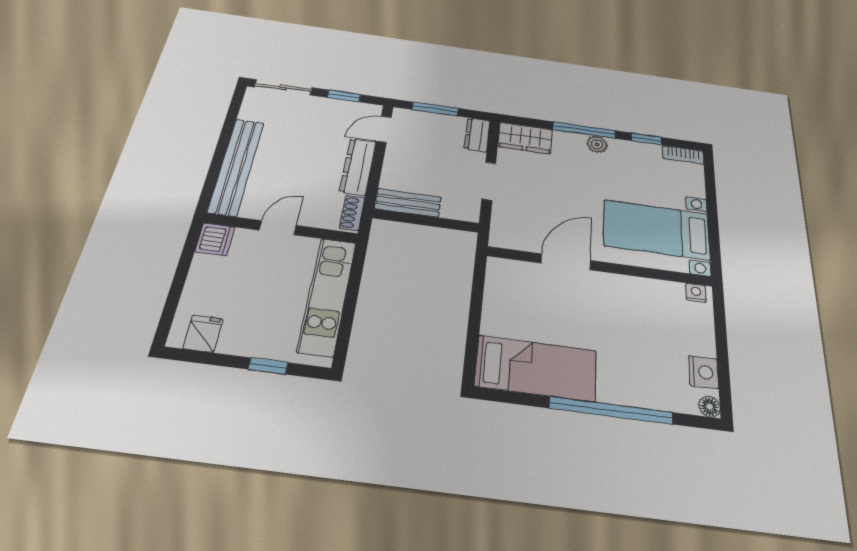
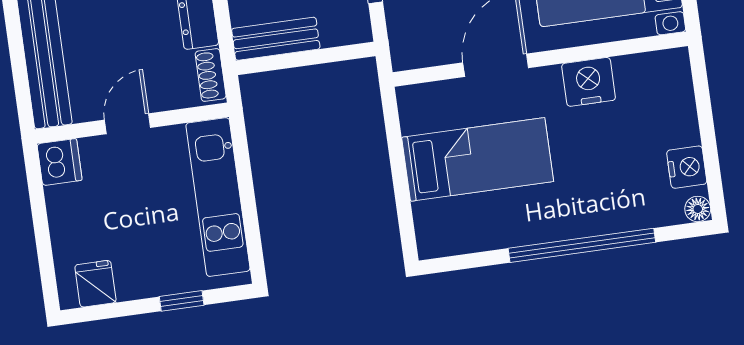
nightstand: (696, 293) -> (589, 82), moved, width x1.89, depth x1.79
bed: (536, 368) -> (478, 159), moved

